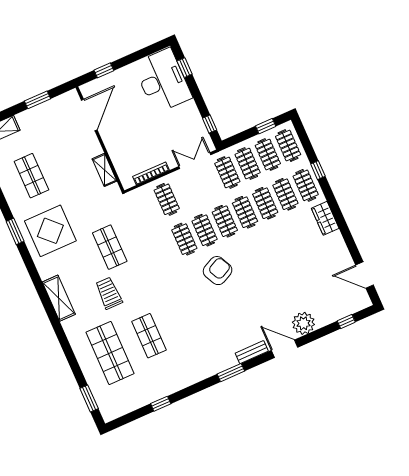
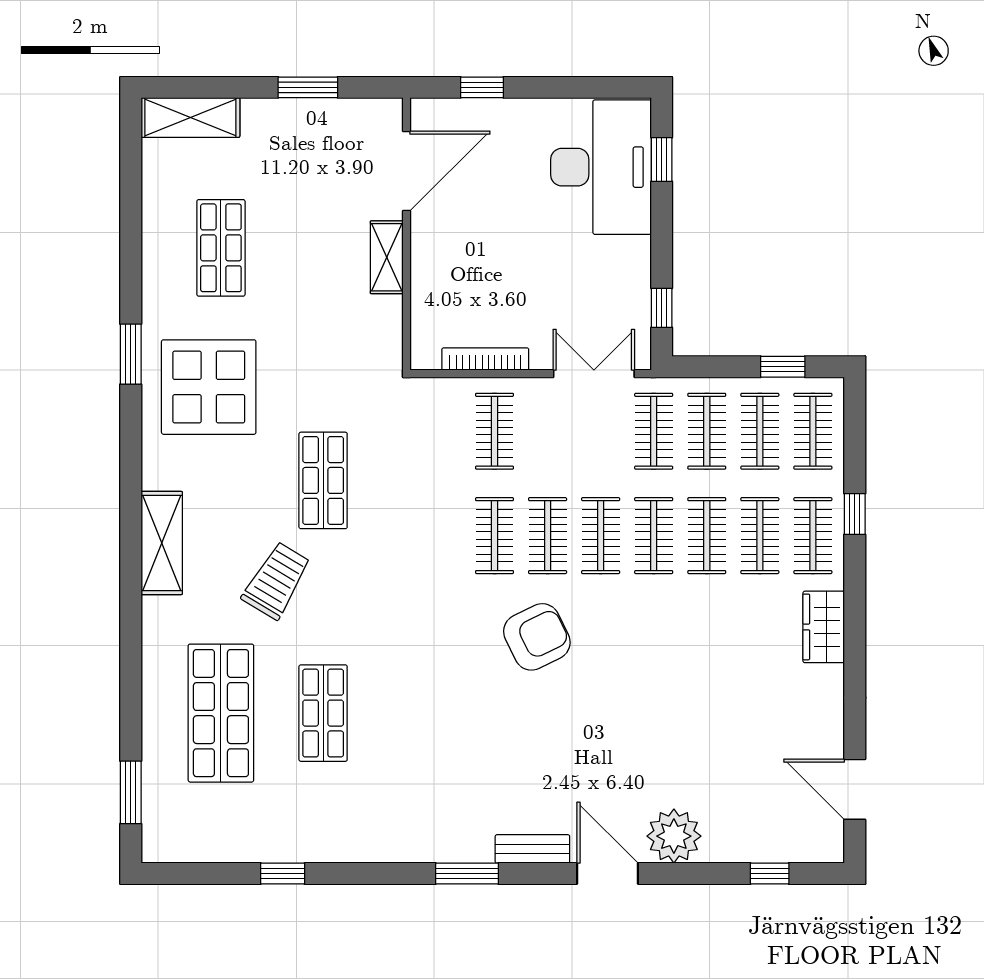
shelving: (104, 170) -> (387, 257), moved
trolley: (109, 293) -> (276, 581), turned 31

